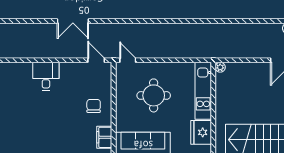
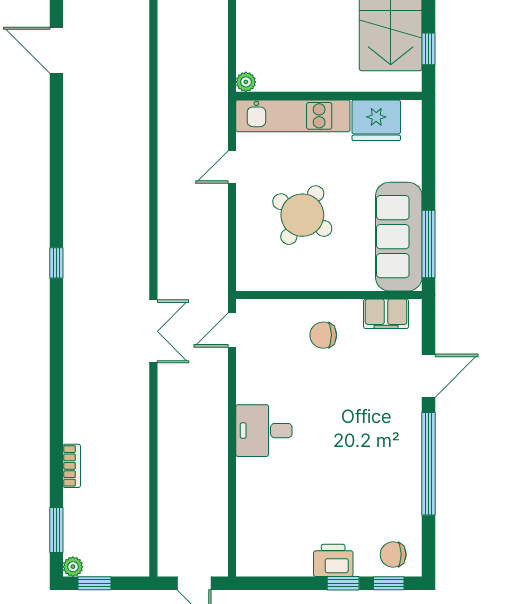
double door: (73, 21) -> (153, 331), moved
door: (128, 60) -> (232, 167), moved
round table: (154, 95) -> (302, 215), turned 32

